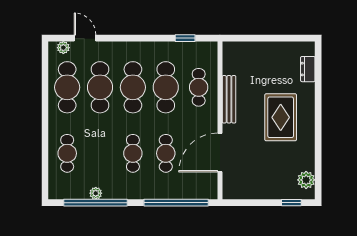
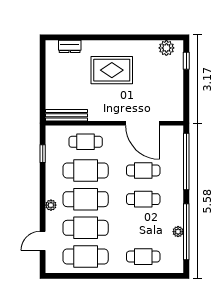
plant: (63, 48) -> (51, 205), moved
bench: (229, 99) -> (66, 115), moved

